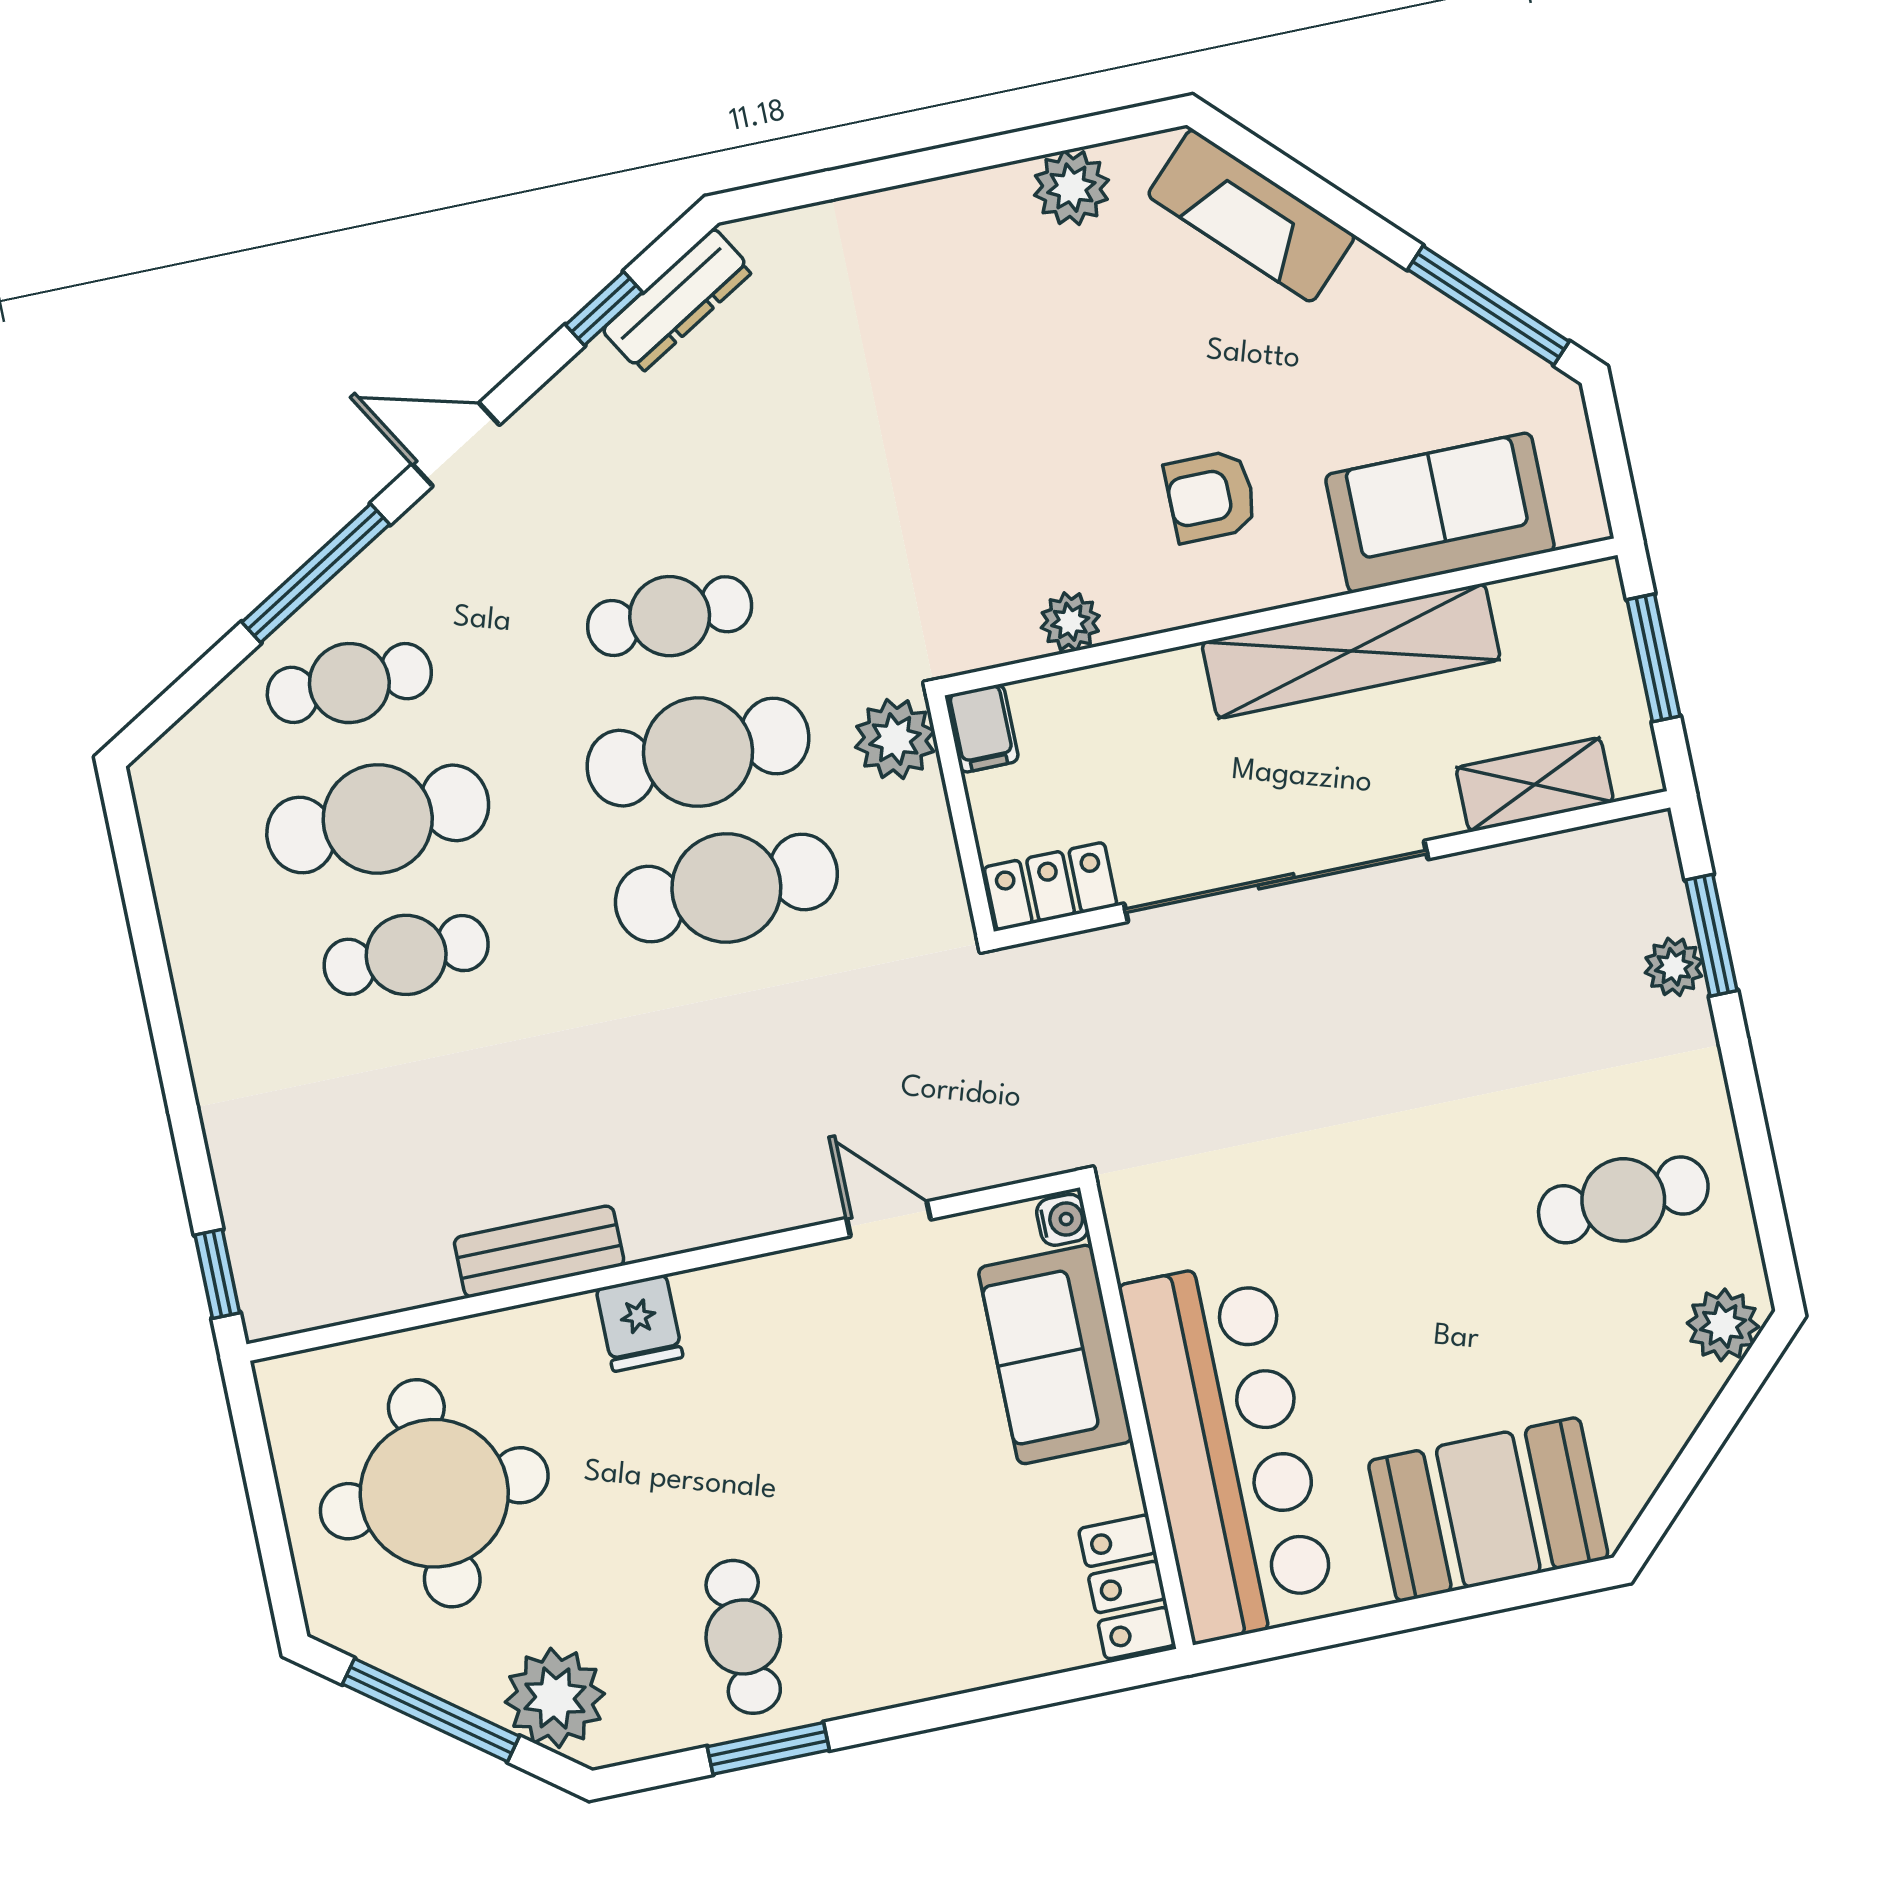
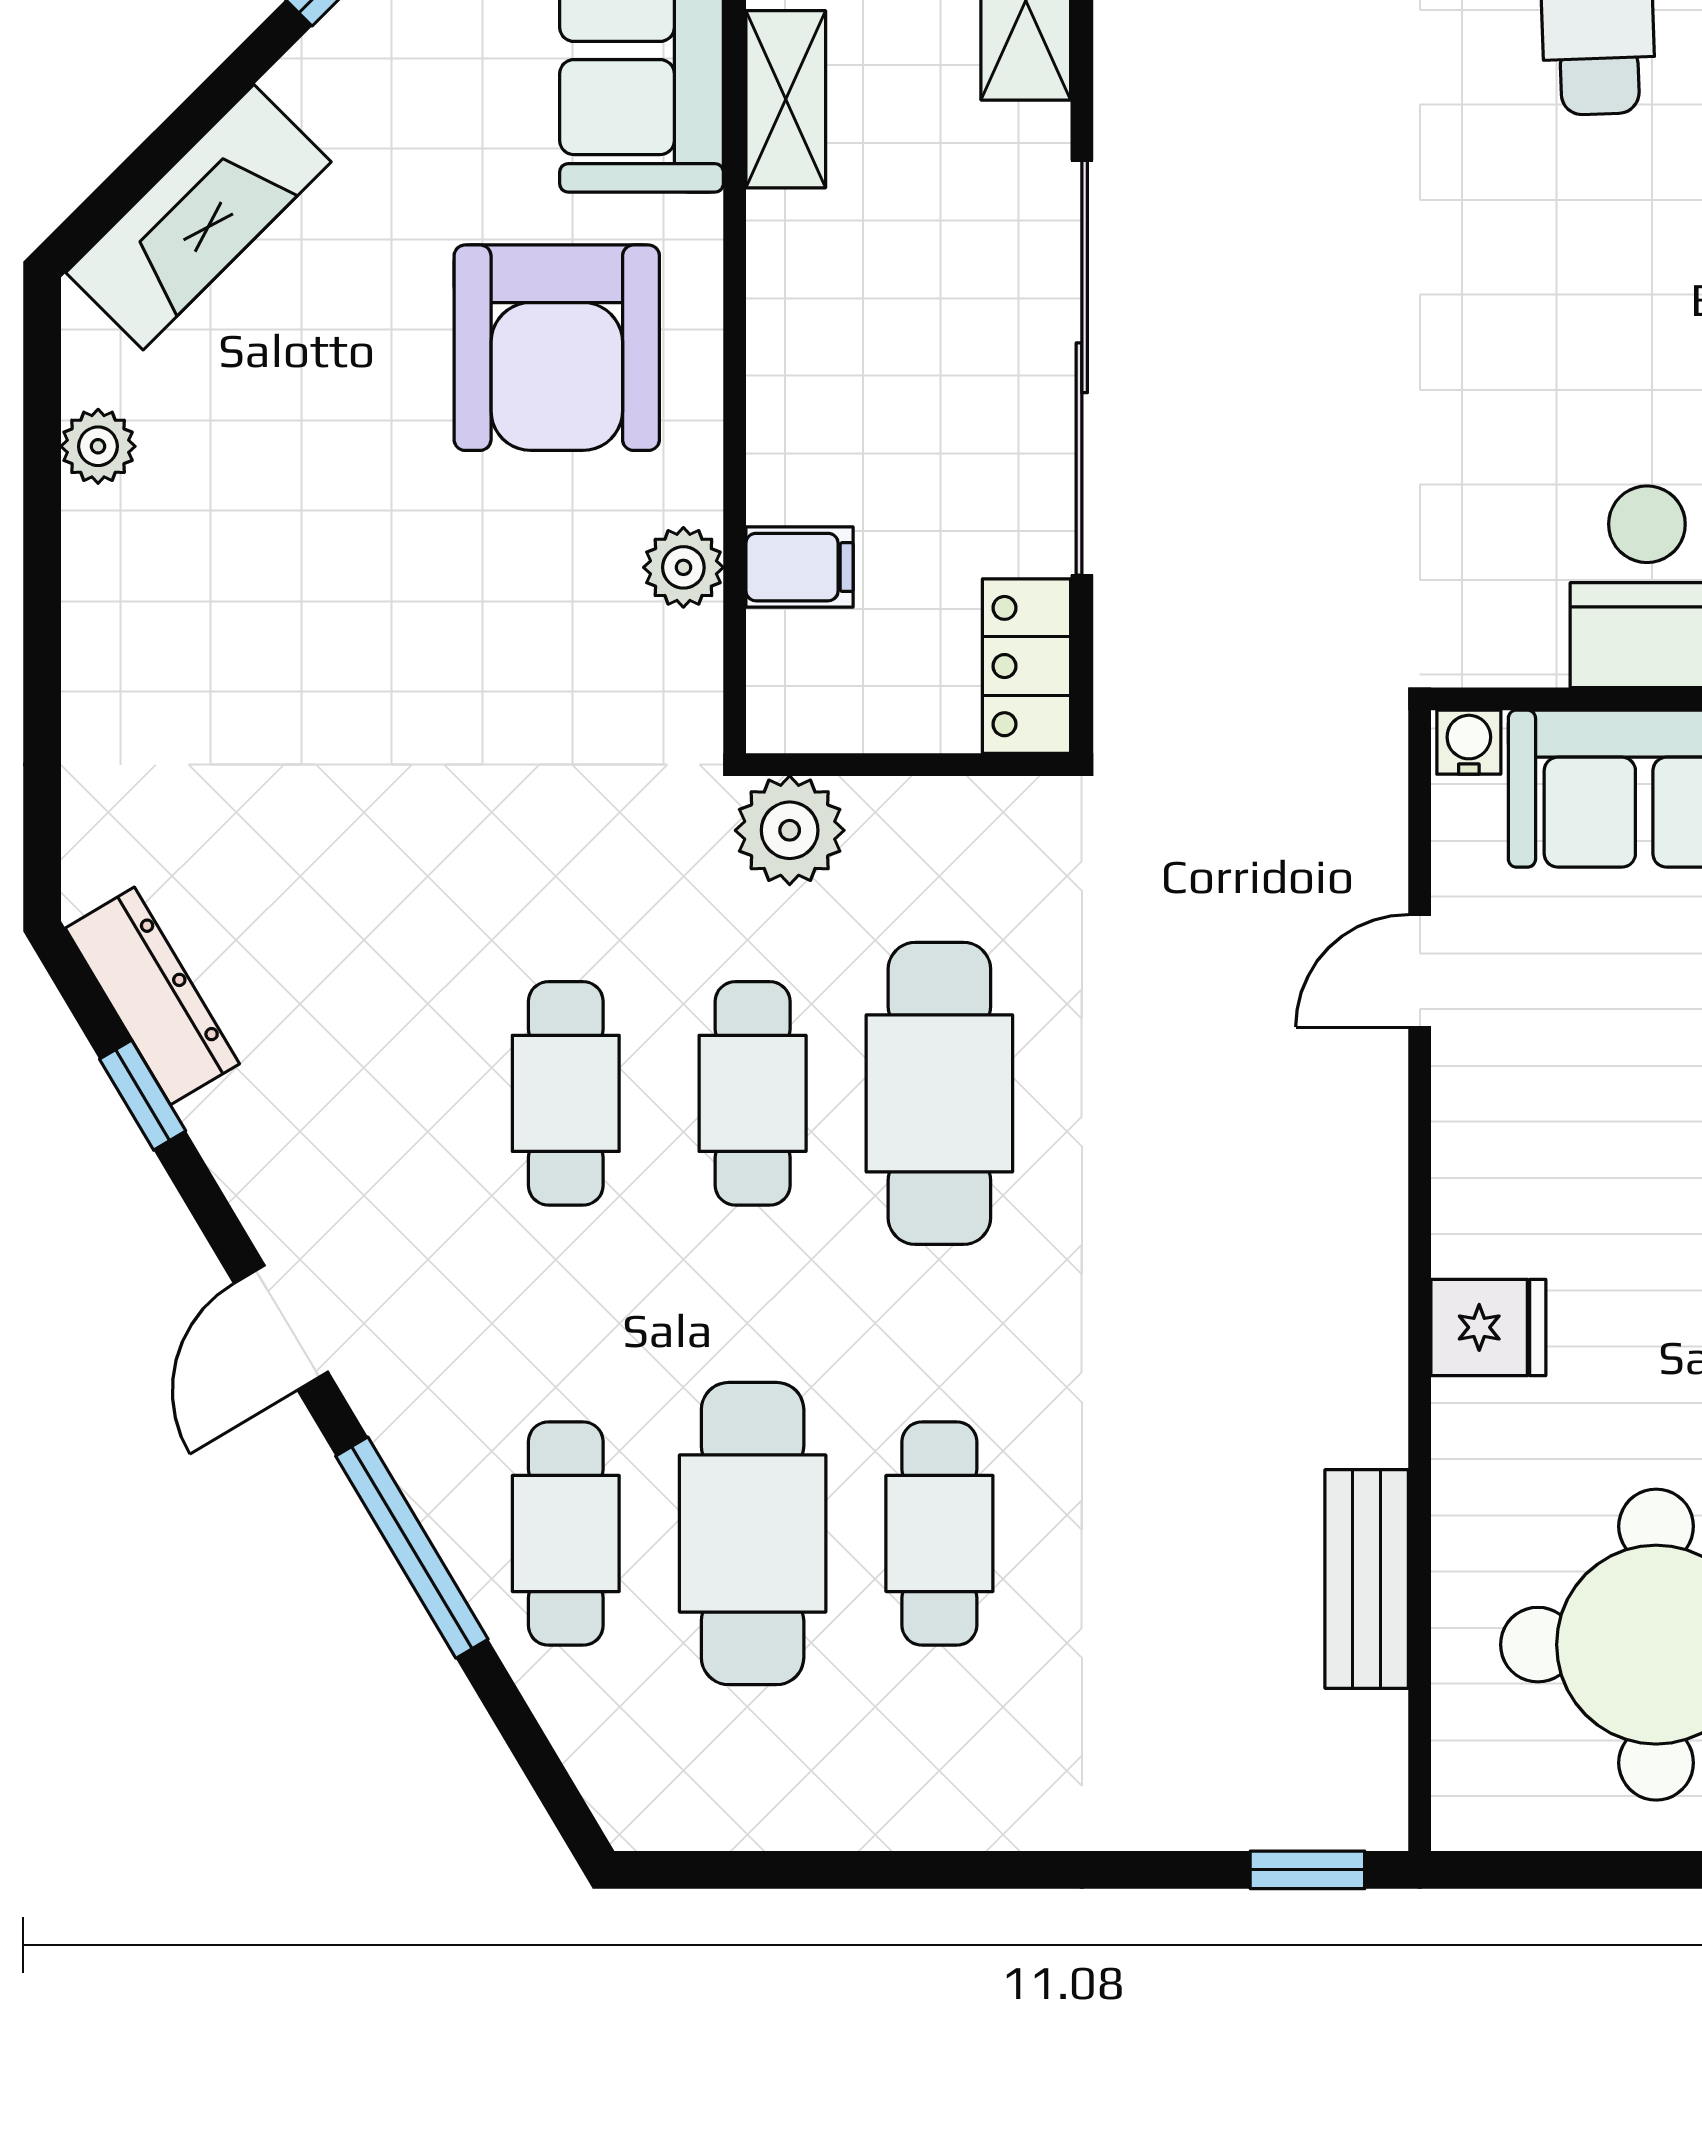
plant: (1071, 188) -> (98, 446), width x0.73, depth x0.73
armchair: (1211, 496) -> (557, 348), width x1.88, depth x1.88
shelving: (1351, 651) -> (786, 99), width x0.45, depth x0.75
filing cabinet: (982, 728) -> (800, 567), moved
cafe table: (698, 752) -> (753, 1093), width x0.73, depth x0.74
bench: (539, 1252) -> (1367, 1579), moved

